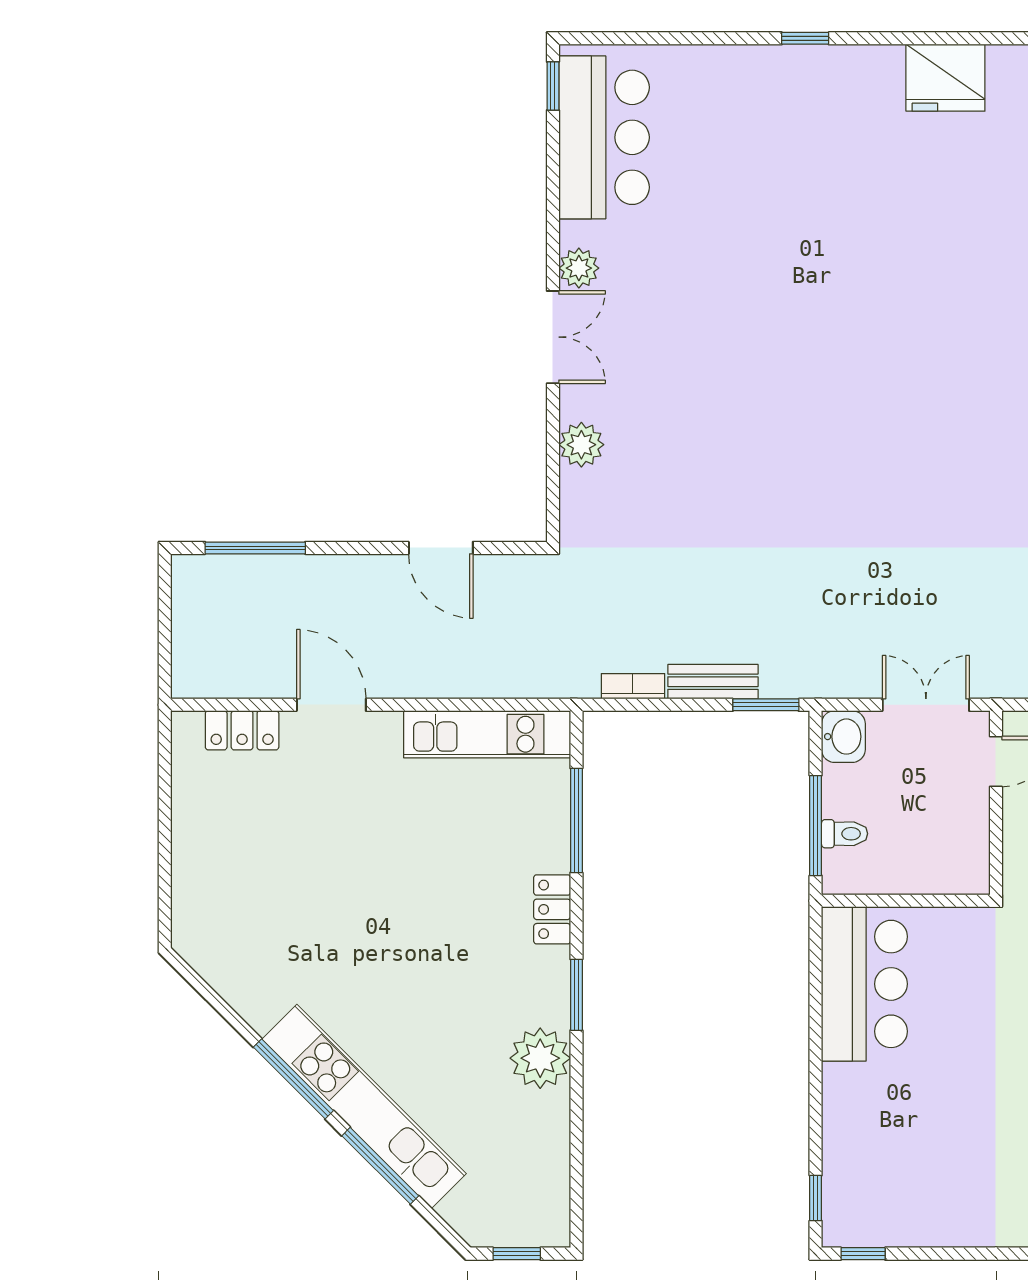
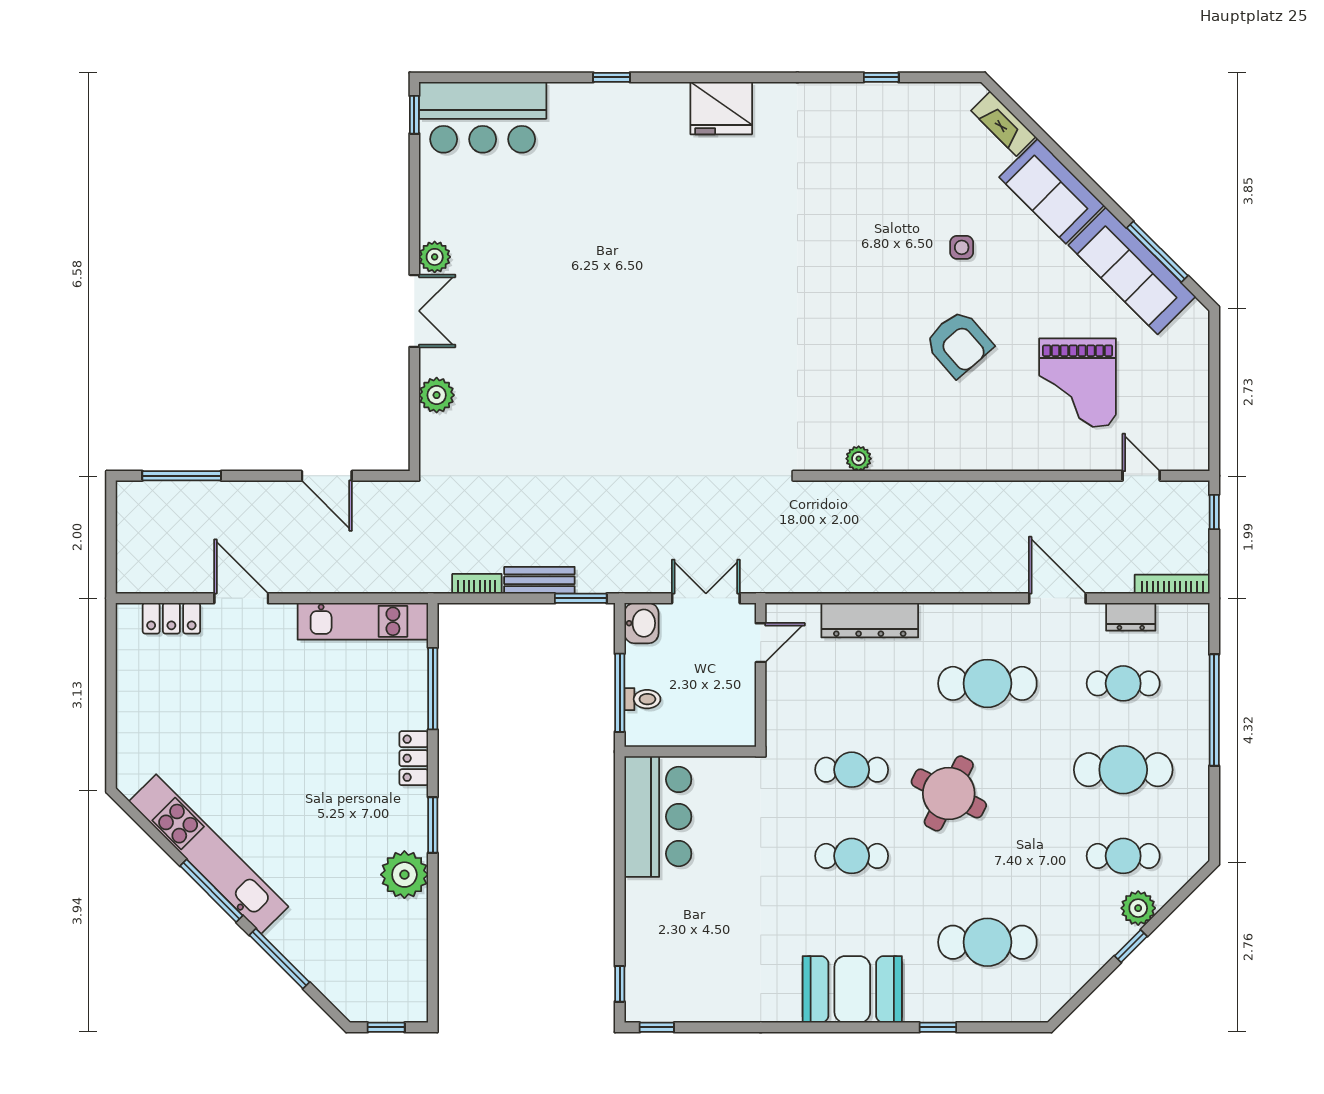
bar counter: (604, 137) -> (483, 117), moved, turned 90
kitchen unit: (364, 1106) -> (209, 854), moved

